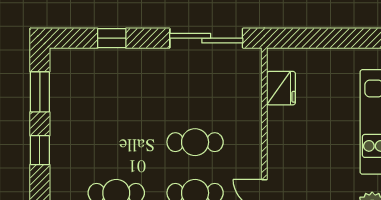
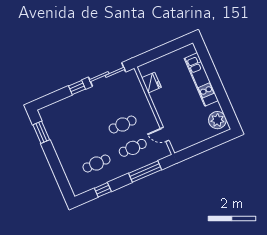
window: (112, 38) -> (77, 87), moved
window: (40, 150) -> (53, 159), removed

